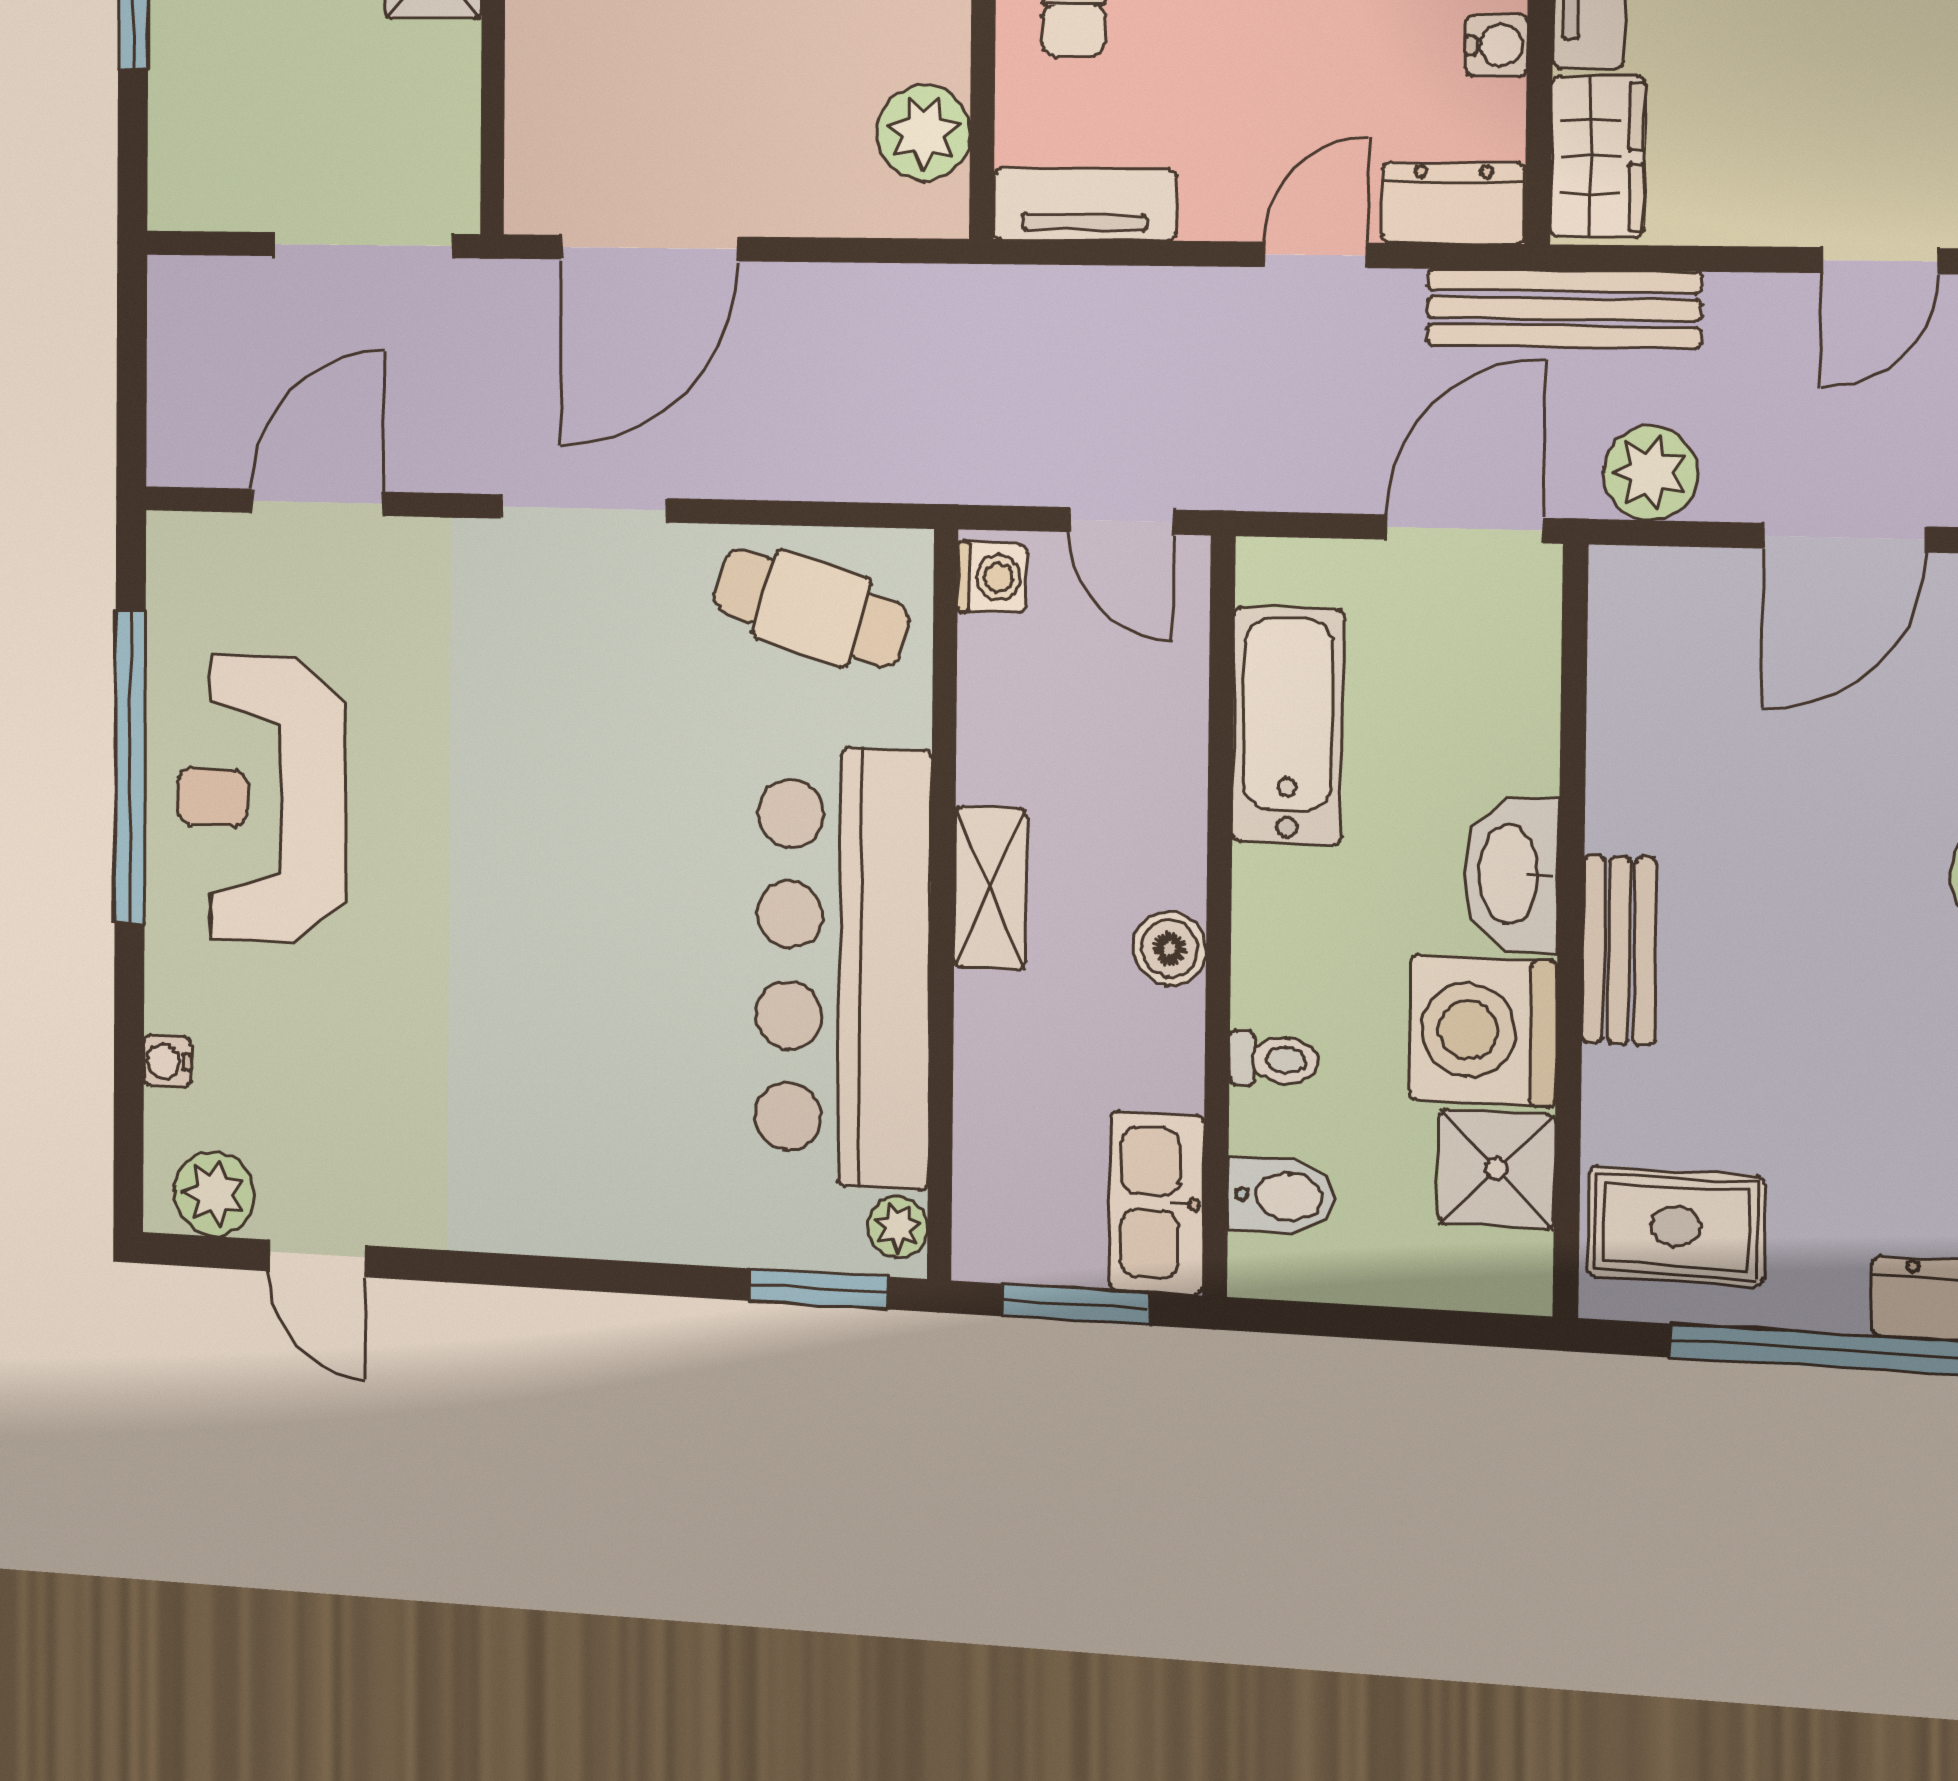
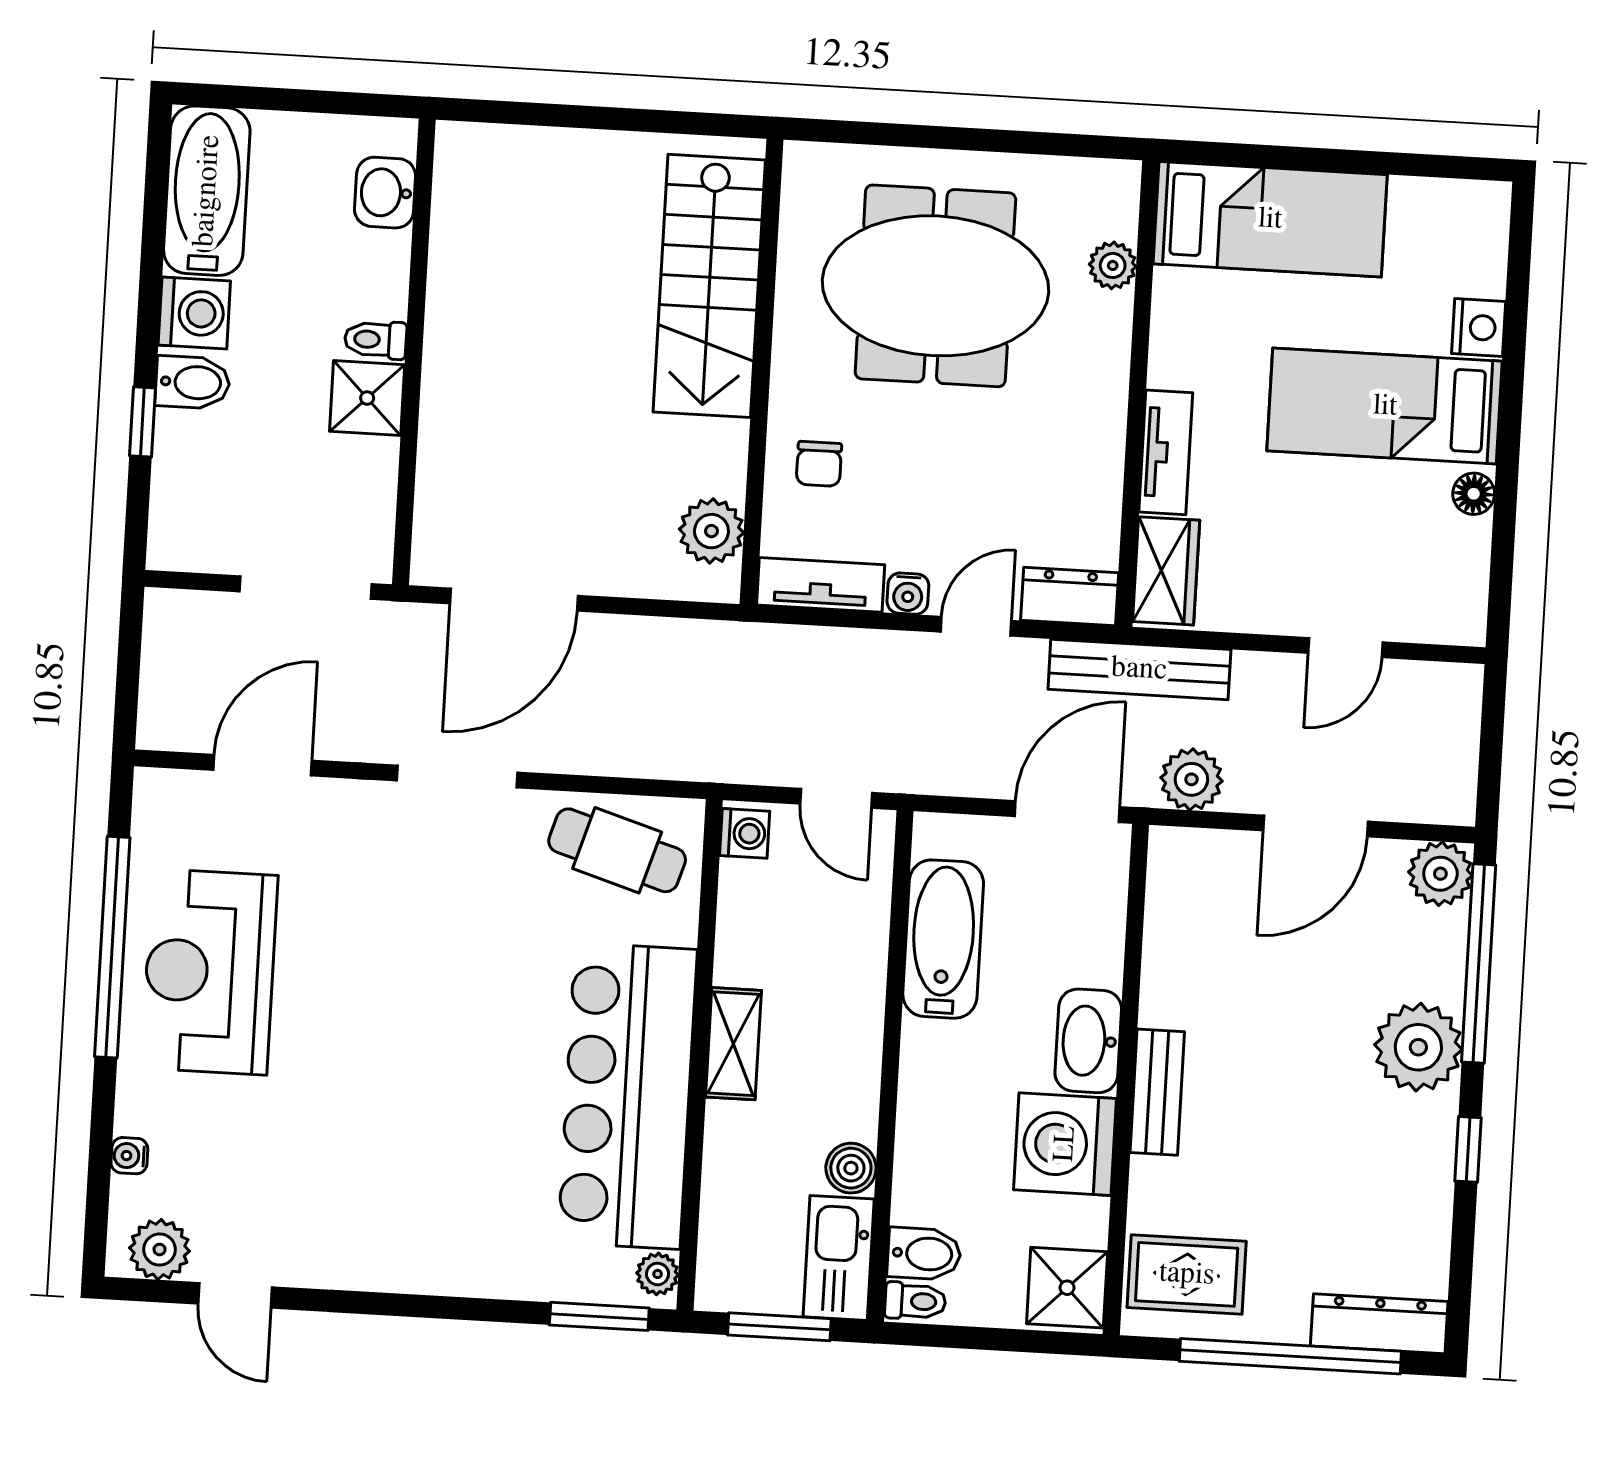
water cooler: (1496, 45) -> (908, 594), moved, turned 90
boiler: (1170, 949) -> (851, 1168), moved
toilet: (1274, 1060) -> (915, 1301), moved
shower: (1497, 1169) -> (1067, 1288), moved

